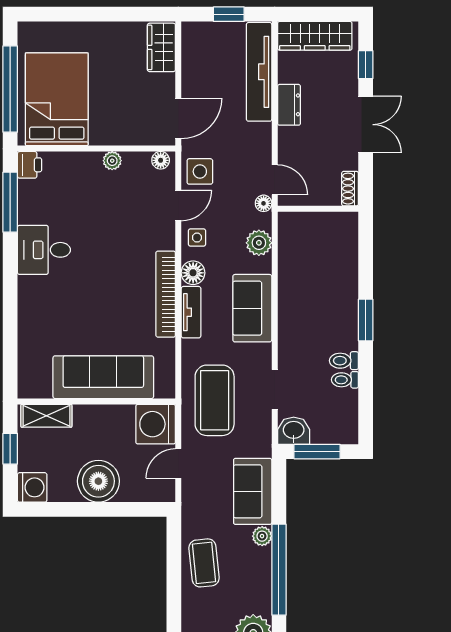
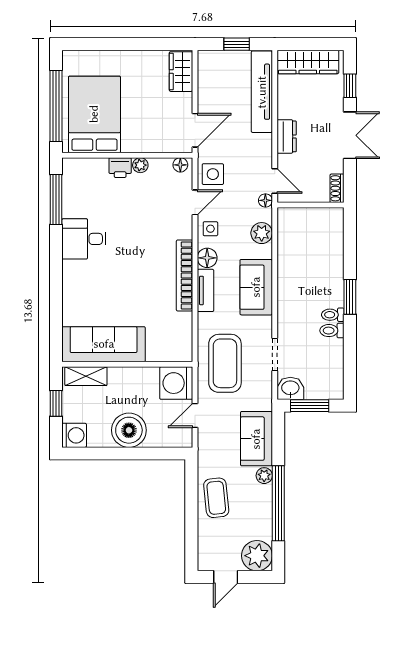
dresser: (289, 105) -> (287, 136), moved
printer: (30, 165) -> (120, 168), moved, turned 90
sofa: (103, 377) -> (104, 344), moved
toilet: (345, 380) -> (333, 315), moved

